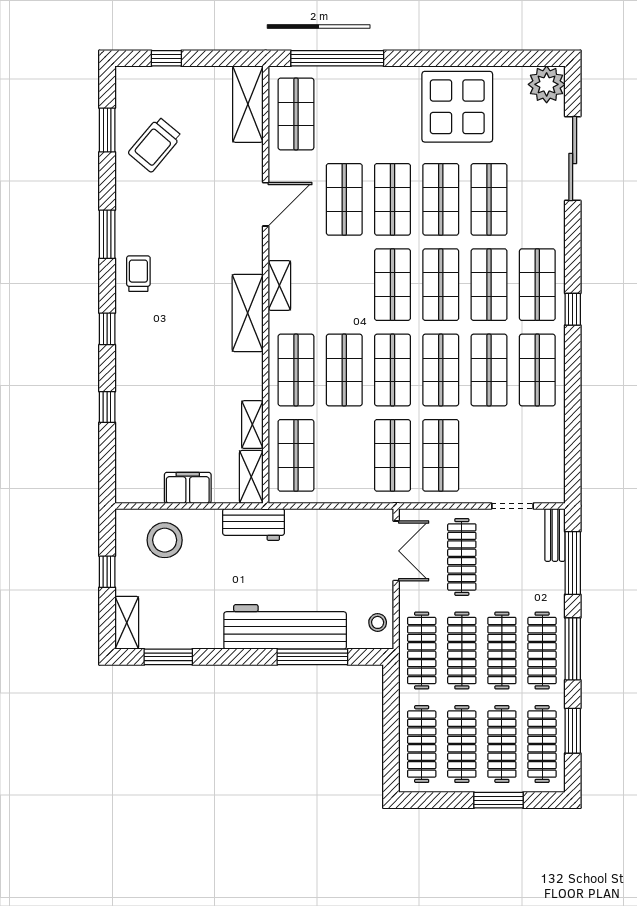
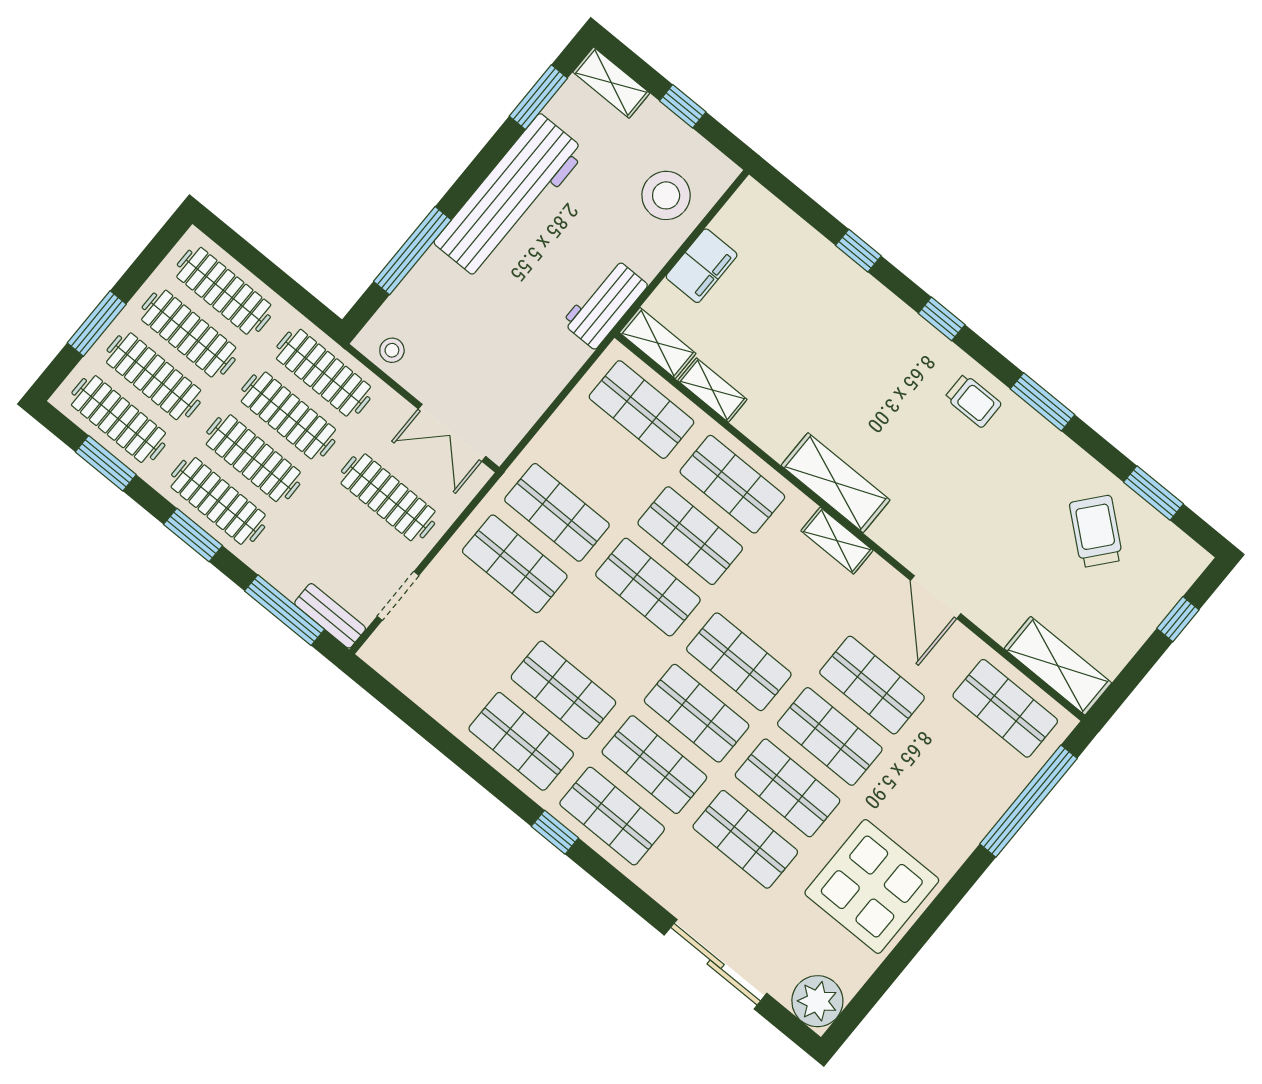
shop shelf: (441, 370) -> (606, 639), removed
workbench: (285, 627) -> (510, 197), moved
window: (573, 649) -> (193, 535), width x0.69

